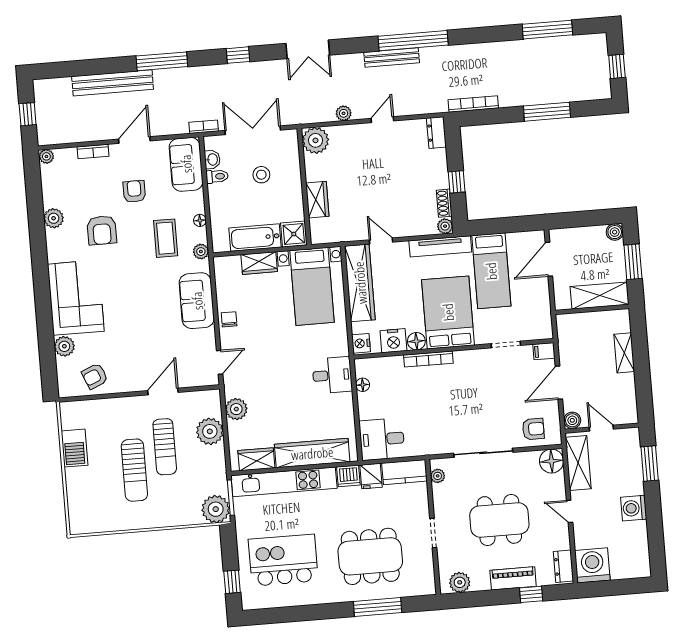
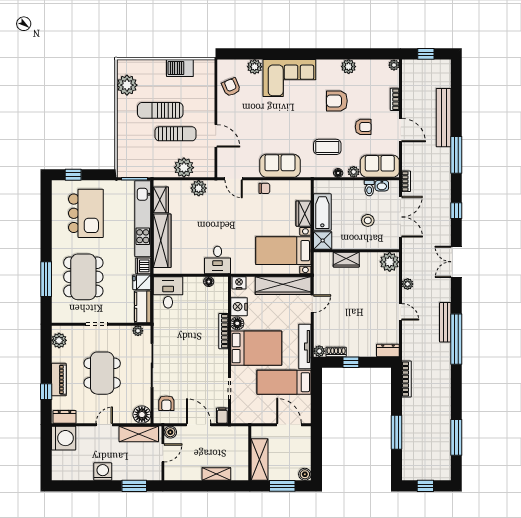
plant: (201, 252) -> (354, 172), moved
sun lounger: (165, 447) -> (176, 134), turned 180
plant: (216, 509) -> (127, 85), moved

